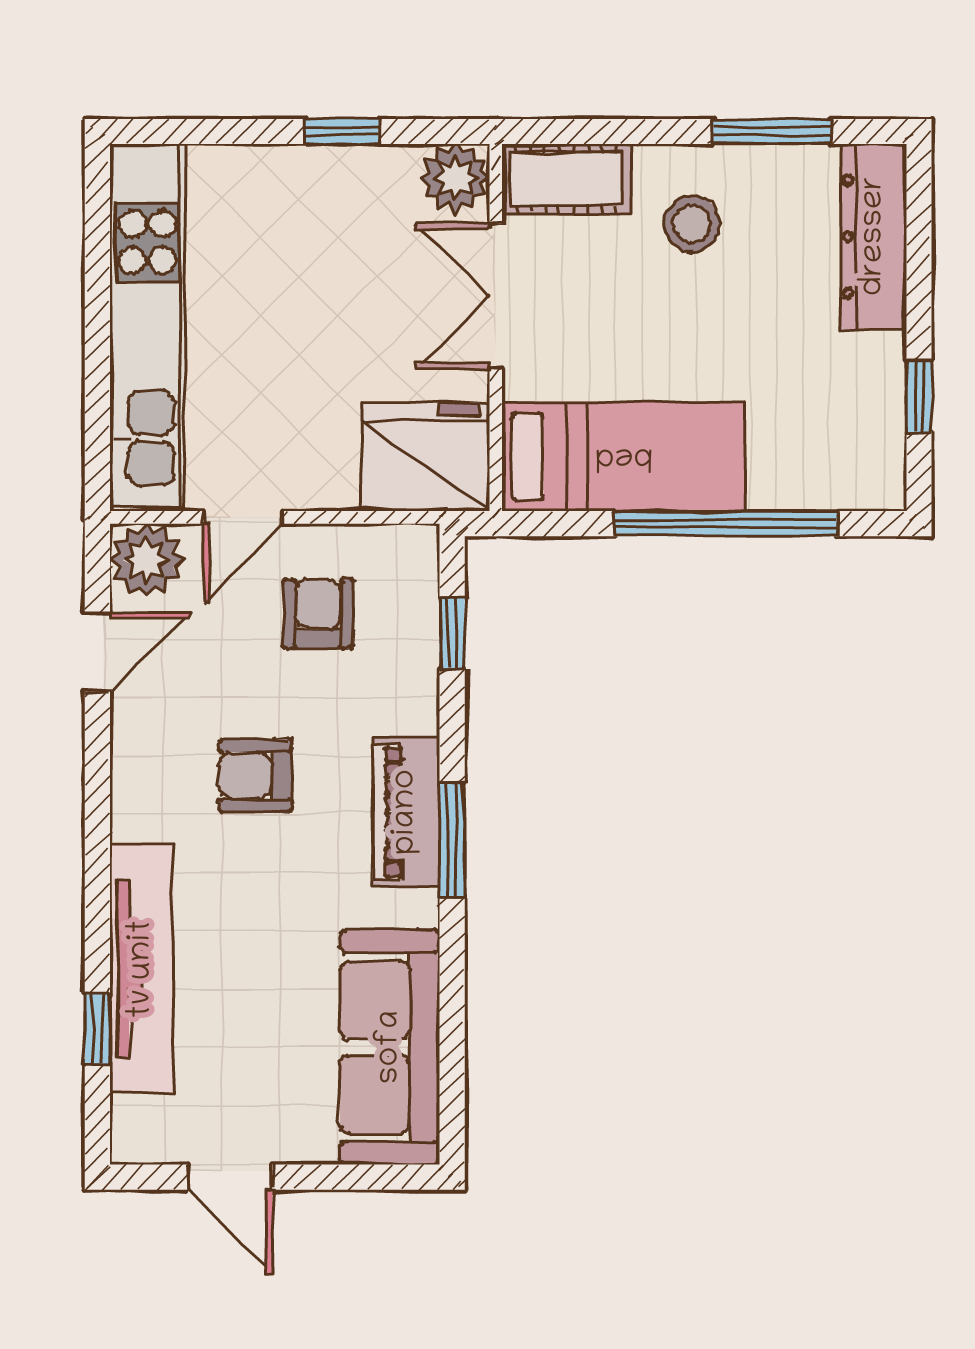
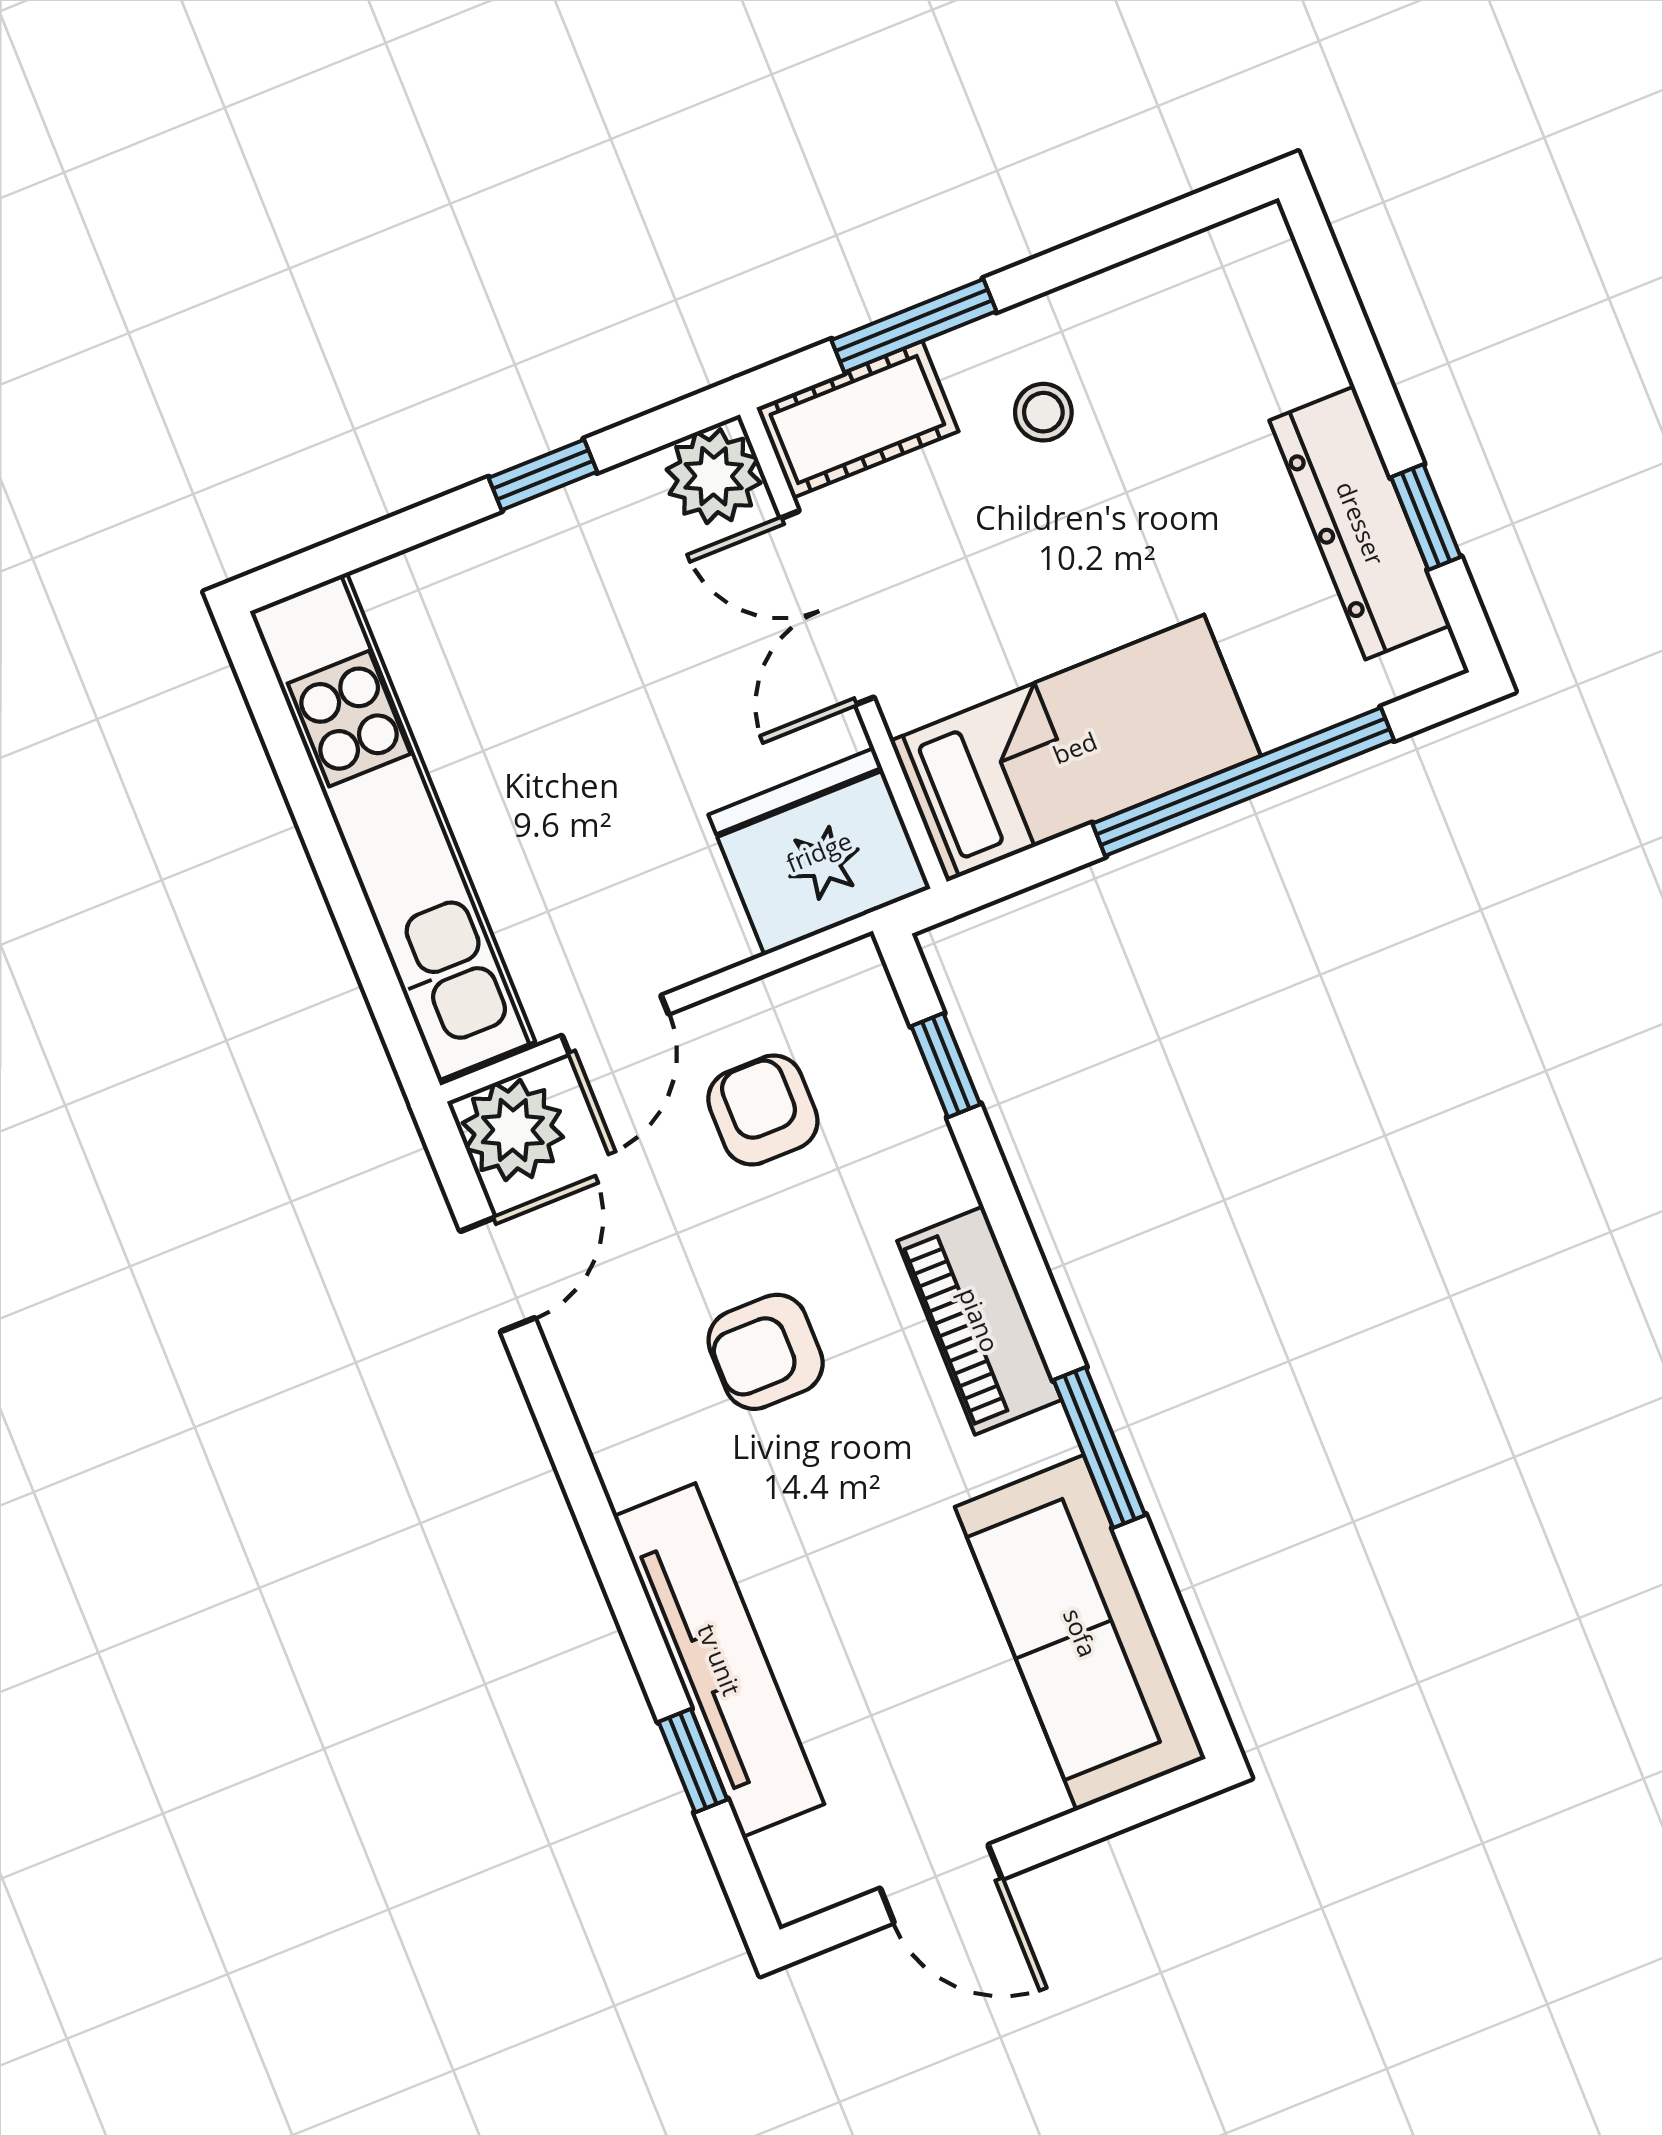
window: (772, 131) -> (914, 326), moved
stool: (692, 224) -> (1043, 412), width x0.73, depth x0.73
dresser: (874, 236) -> (1360, 523), moved
window: (452, 840) -> (1099, 1448), moved

